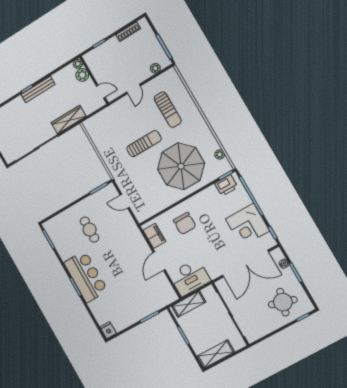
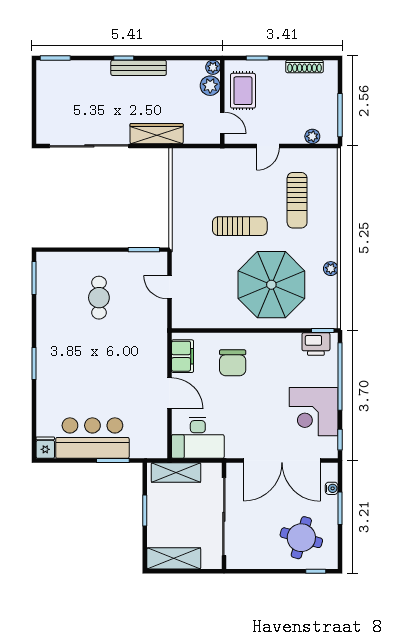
rug: (102, 67) -> (243, 91), added
plant: (220, 154) -> (331, 269), moved
door: (159, 261) -> (169, 393), swing flipped
bar counter: (86, 277) -> (92, 438), moved, turned -90

